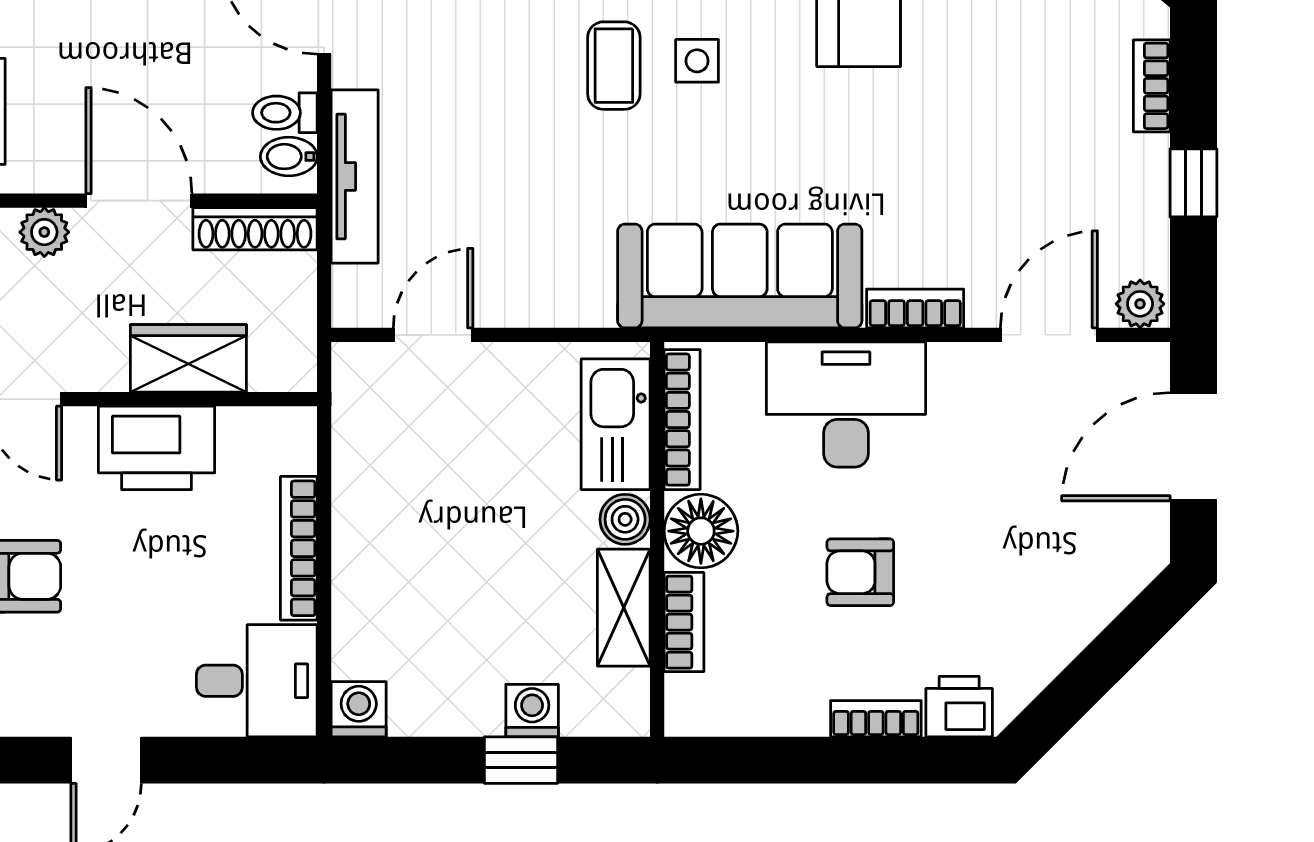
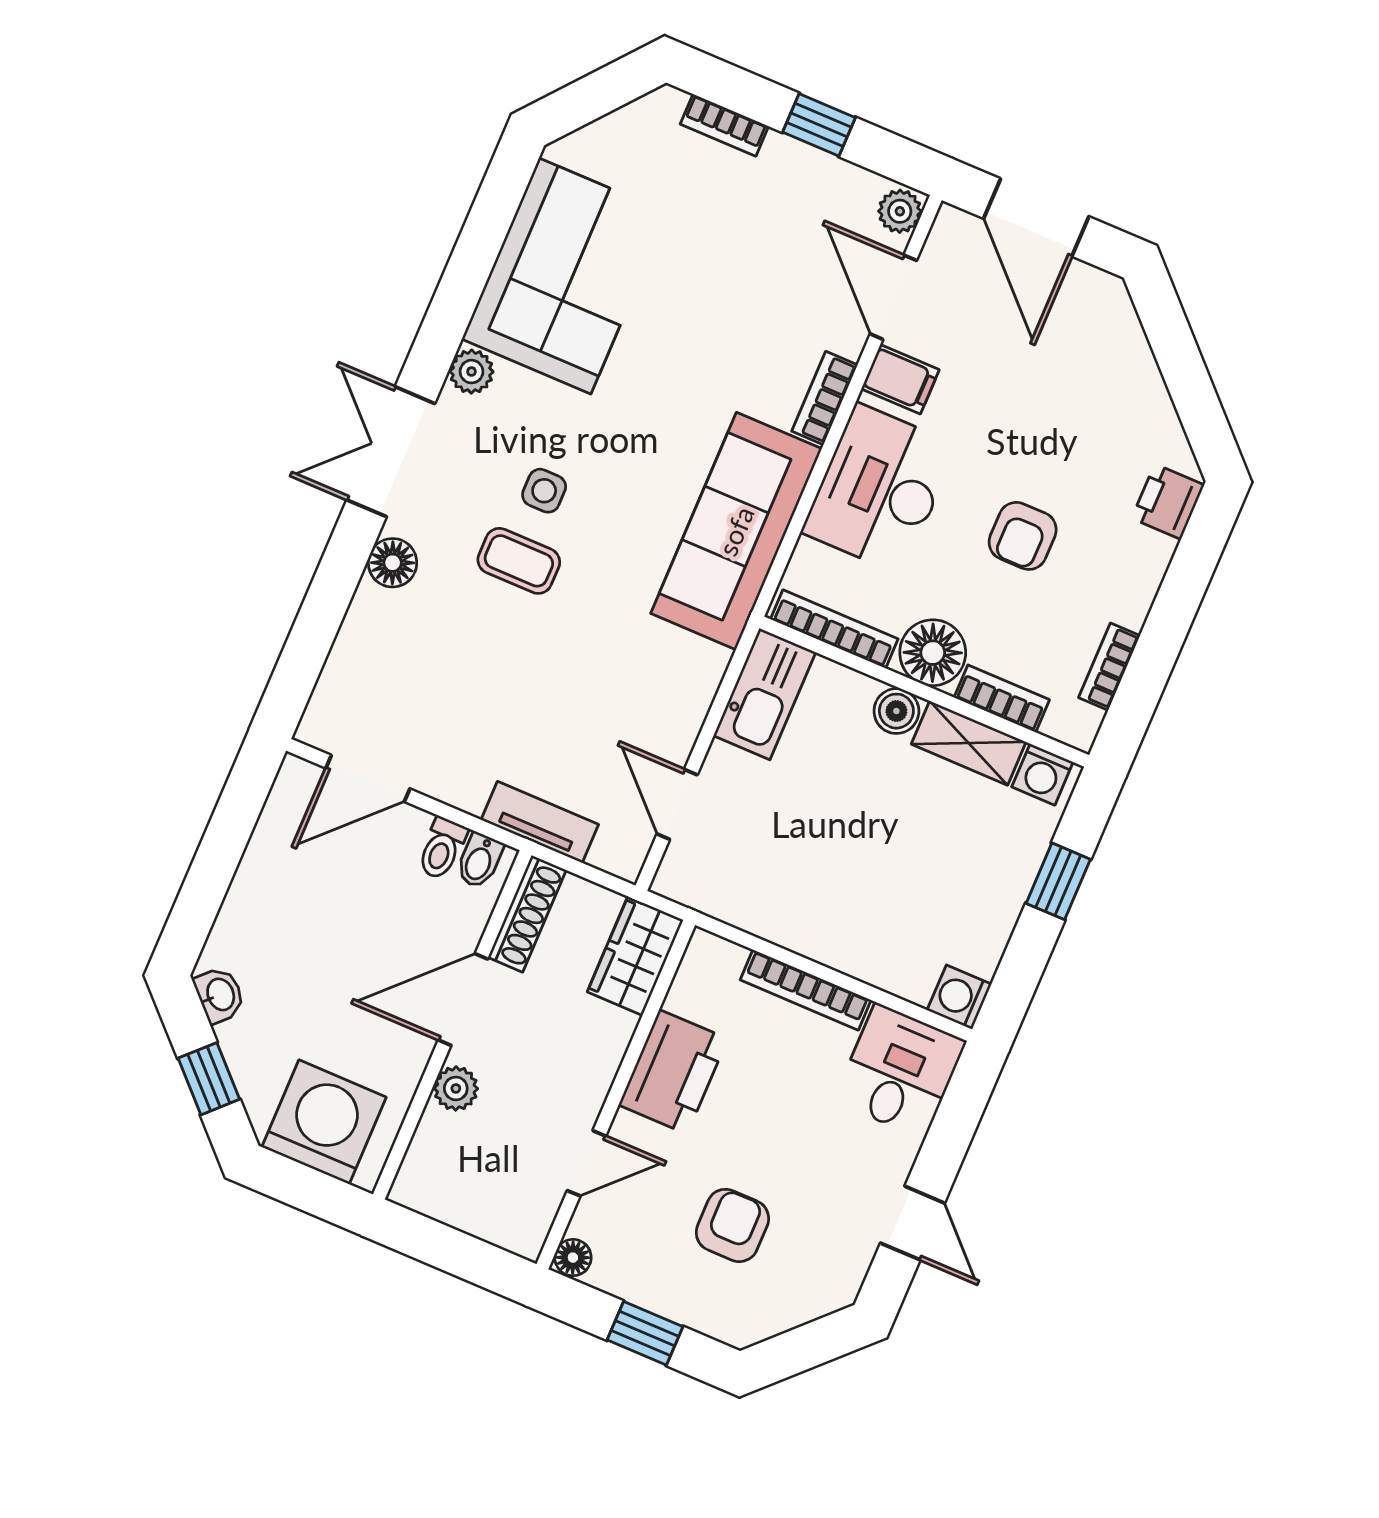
tv unit: (355, 176) -> (540, 822), width x0.71
wardrobe: (188, 358) -> (635, 956), moved
filing cabinet: (968, 378) -> (900, 379), added
kitchen sink: (616, 424) -> (765, 694), moved, turned -90
washing machine: (532, 711) -> (1042, 774), moved, turned -90
bookcase: (876, 719) -> (1109, 667), moved

